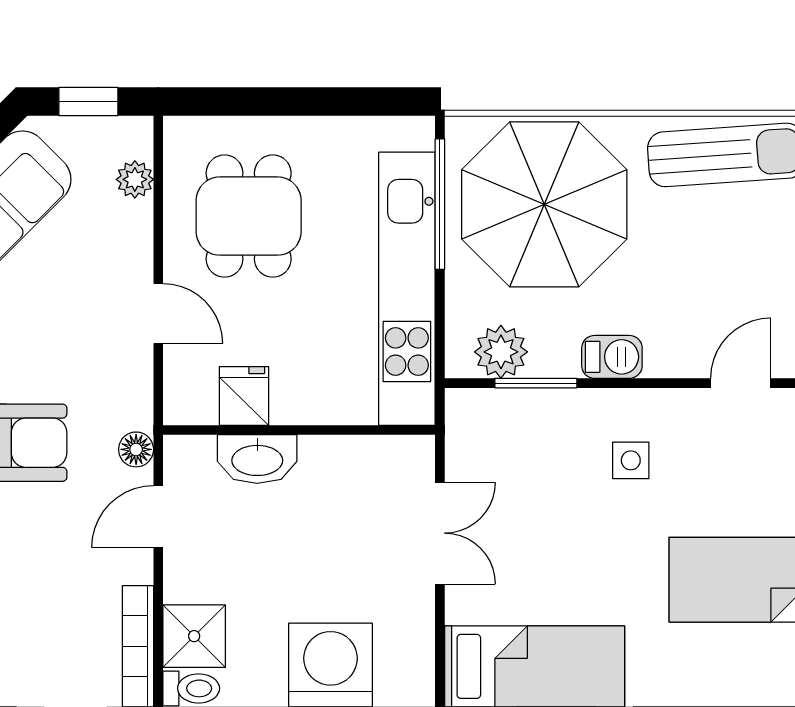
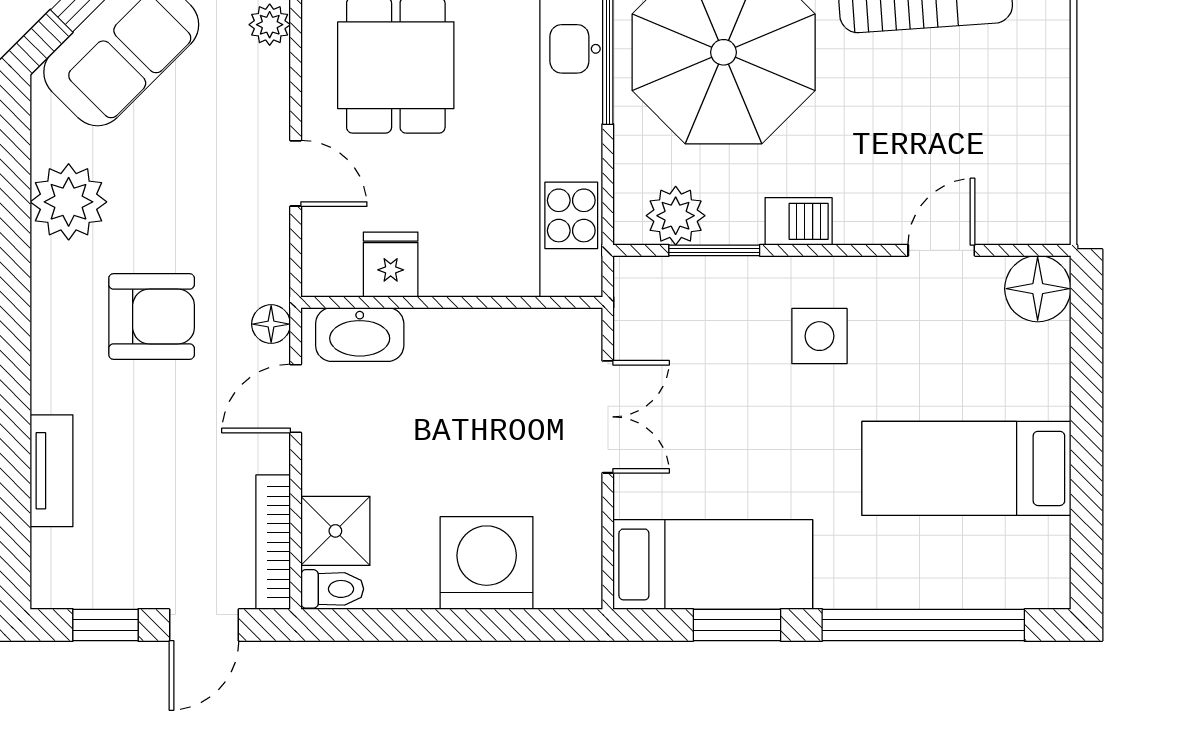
washbasin: (257, 459) -> (360, 335), moved
side table: (631, 460) -> (819, 336), width x1.37, depth x1.37

